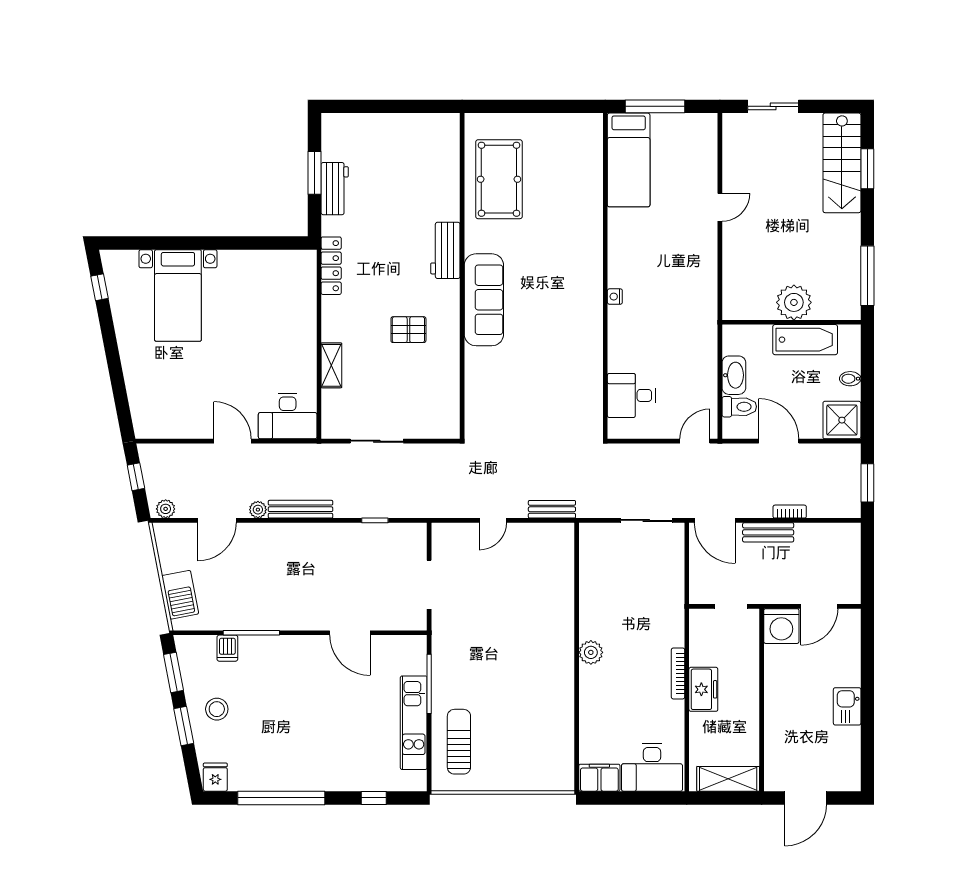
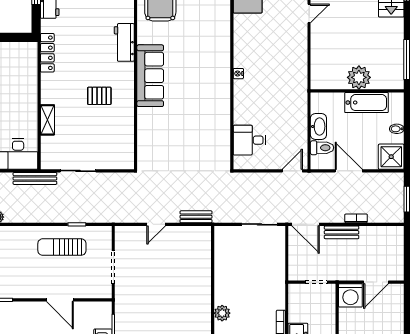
bench: (301, 509) -> (35, 178), moved
sun lounger: (353, 554) -> (62, 247), added

